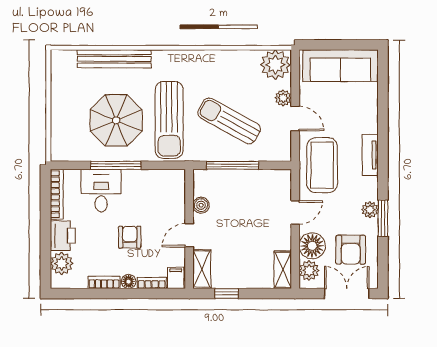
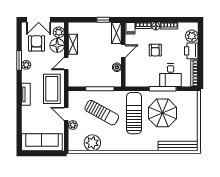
bench: (114, 59) -> (178, 146), moved
plant: (275, 65) -> (92, 143), moved
shelving: (283, 270) -> (73, 44), moved

